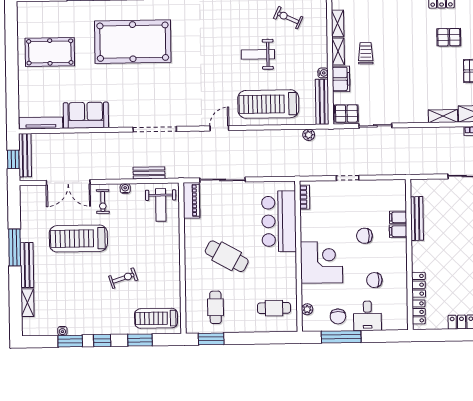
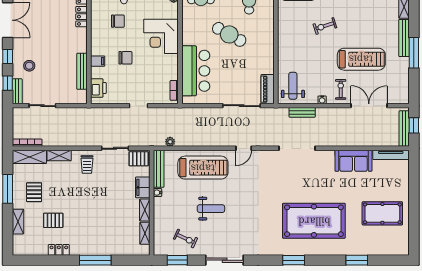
trolley: (366, 53) -> (87, 164), moved
printer: (397, 199) -> (98, 88), added
filing cabinet: (398, 217) -> (97, 73), removed
cafe table: (227, 256) -> (229, 34), moved

